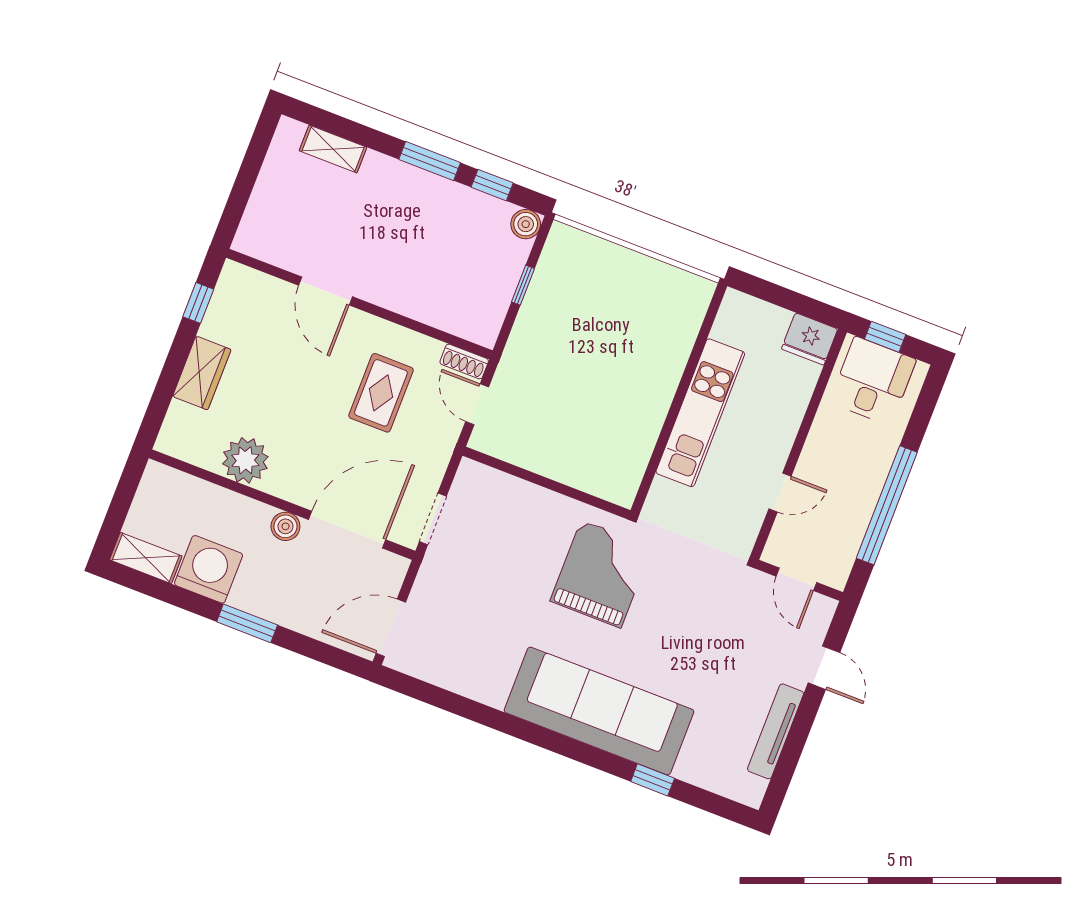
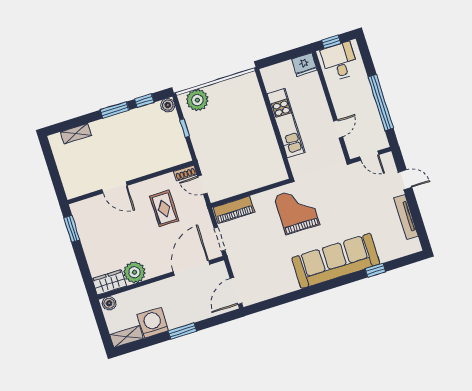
plant: (582, 255) -> (197, 100), added
window: (198, 303) -> (72, 229), width x1.50
wardrobe: (202, 373) -> (109, 282), moved, turned -90
piano: (496, 488) -> (234, 210), added
boiler: (285, 526) -> (109, 303), moved

